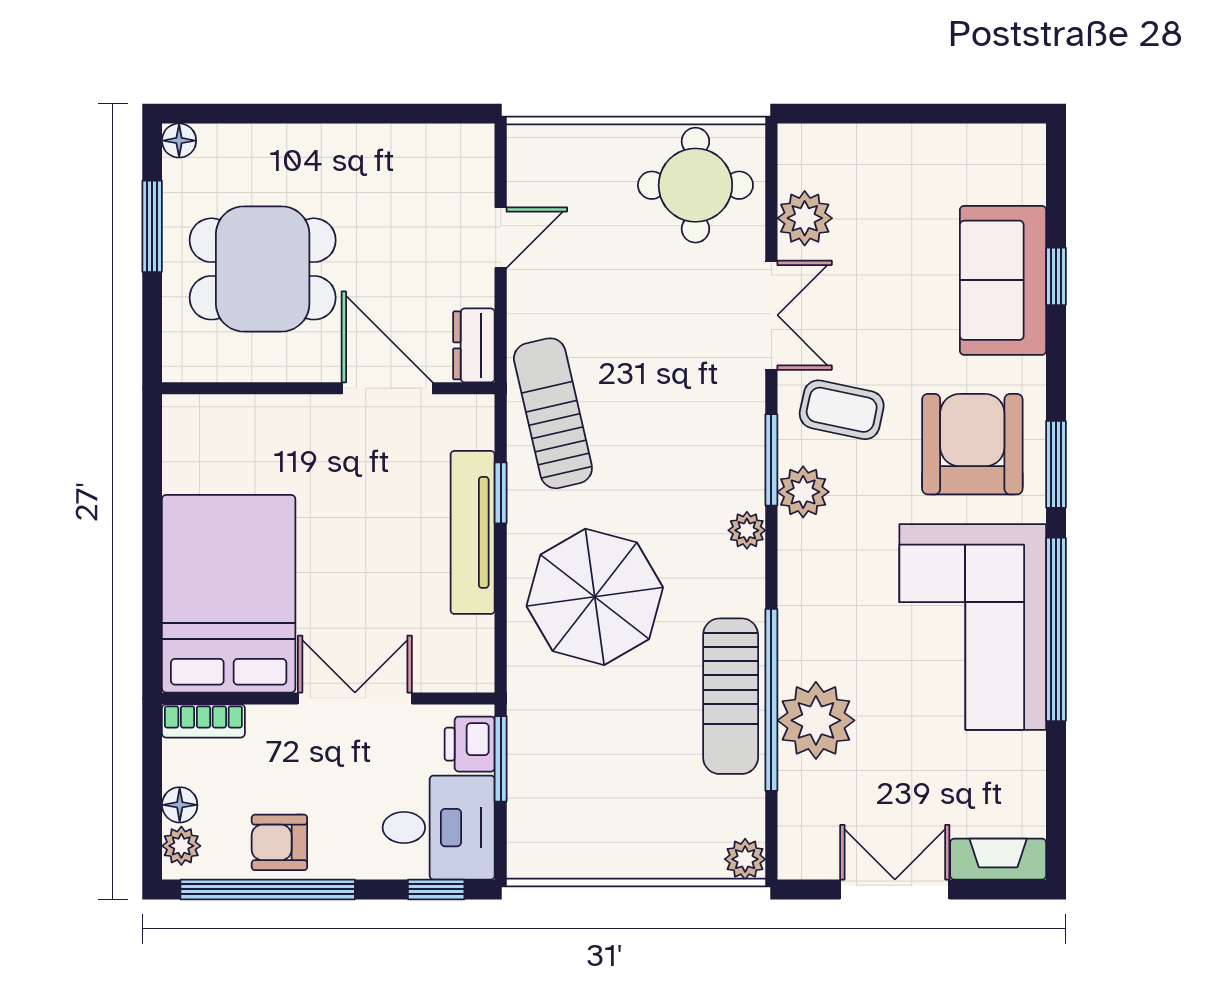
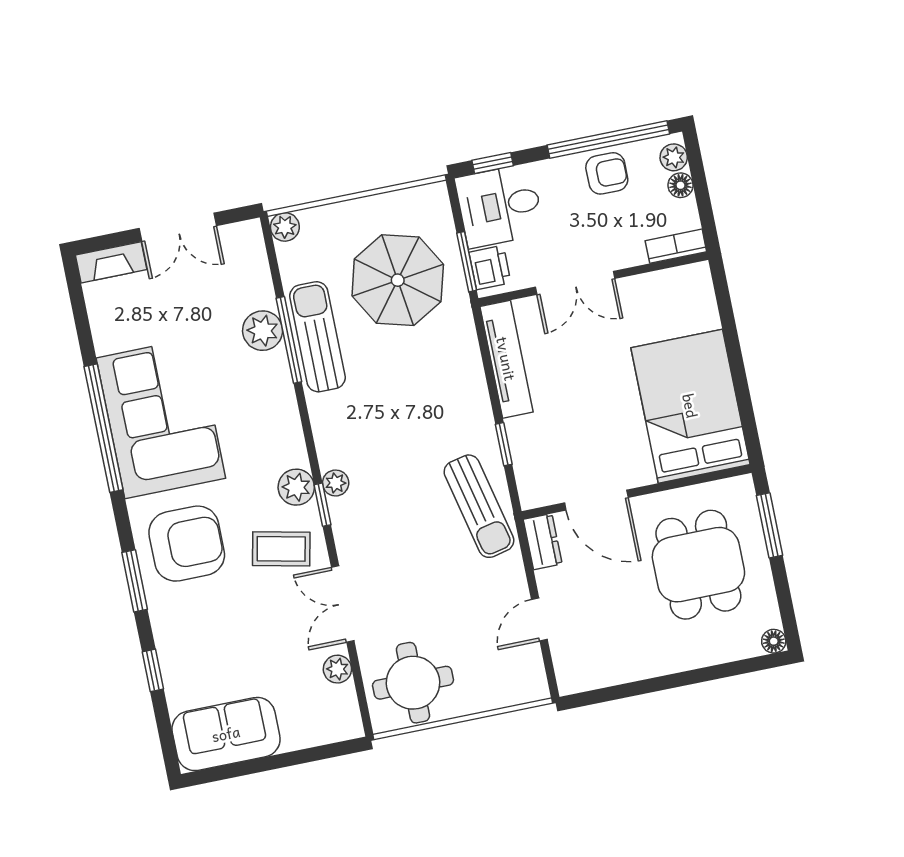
plant: (805, 218) -> (337, 669), width x0.73, depth x0.73
window: (152, 226) -> (769, 525), moved
dining table: (263, 269) -> (698, 565), turned 90
sofa: (1003, 280) -> (226, 734), moved, turned -90
armchair: (972, 444) -> (187, 544), turned -90
window: (771, 460) -> (322, 505), width x0.67
window: (1056, 464) -> (135, 581), moved
plant: (747, 530) -> (336, 483), moved
tv unit: (473, 532) -> (506, 359), moved
bed: (229, 594) -> (690, 406), moved, turned 180
parasol: (595, 597) -> (398, 280), moved
window: (771, 700) -> (289, 340), width x0.68
plant: (816, 720) -> (263, 331), width x0.73, depth x0.73

